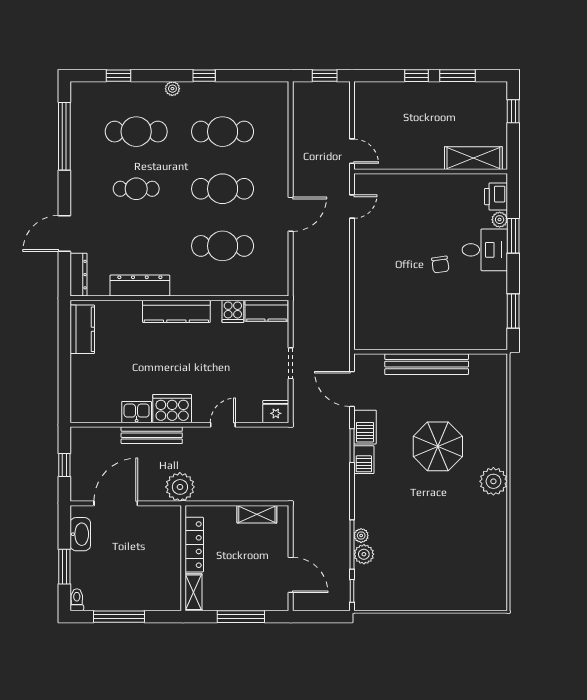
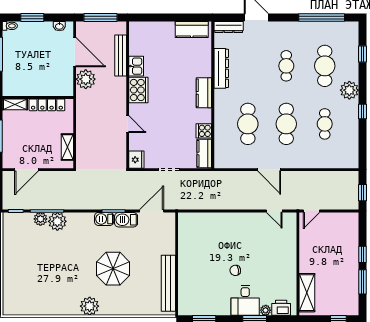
plant: (172, 89) -> (349, 90), width x1.88, depth x1.88
cafe table: (223, 132) -> (325, 124), width x0.73, depth x0.74
kitchen counter: (176, 311) -> (204, 93), width x0.67
bench: (427, 364) -> (168, 283), moved
bench: (152, 435) -> (121, 55), moved
window: (64, 465) -> (100, 17), width x2.17
plant: (180, 487) -> (86, 79), moved
washbasin: (80, 534) -> (59, 26), width x0.52, depth x0.69
plant: (361, 536) -> (57, 221), width x1.87, depth x1.87

